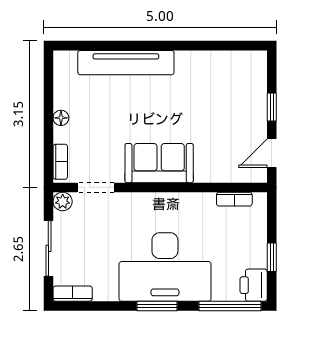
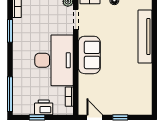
desk: (165, 267) -> (54, 60), moved, turned 180
printer: (254, 285) -> (44, 107), moved
window: (157, 306) -> (10, 31), moved

